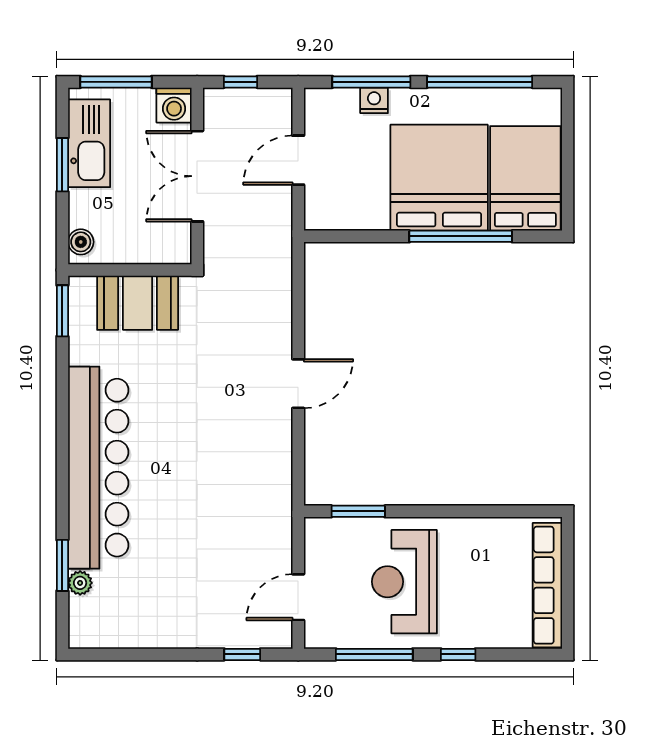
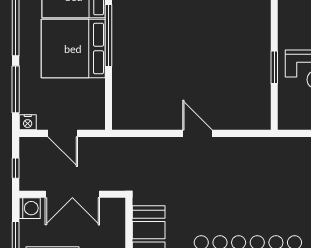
nightstand: (374, 100) -> (28, 122), moved, turned -90
window: (358, 511) -> (274, 67), moved

